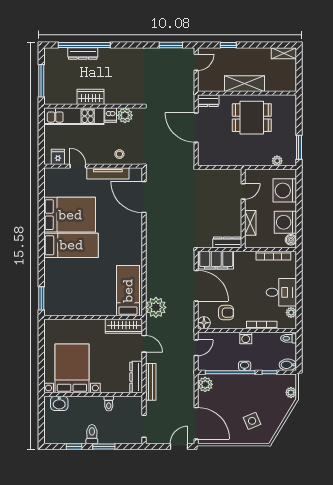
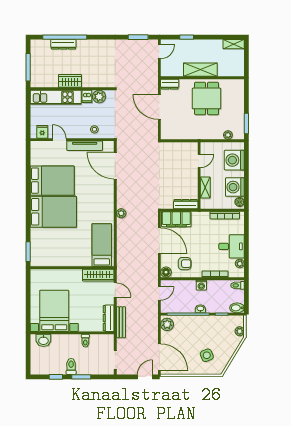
dining table: (252, 118) -> (207, 98), turned 90
bed: (71, 245) -> (53, 212), width x1.50
plant: (156, 307) -> (121, 213), moved, width x0.53, depth x0.53

